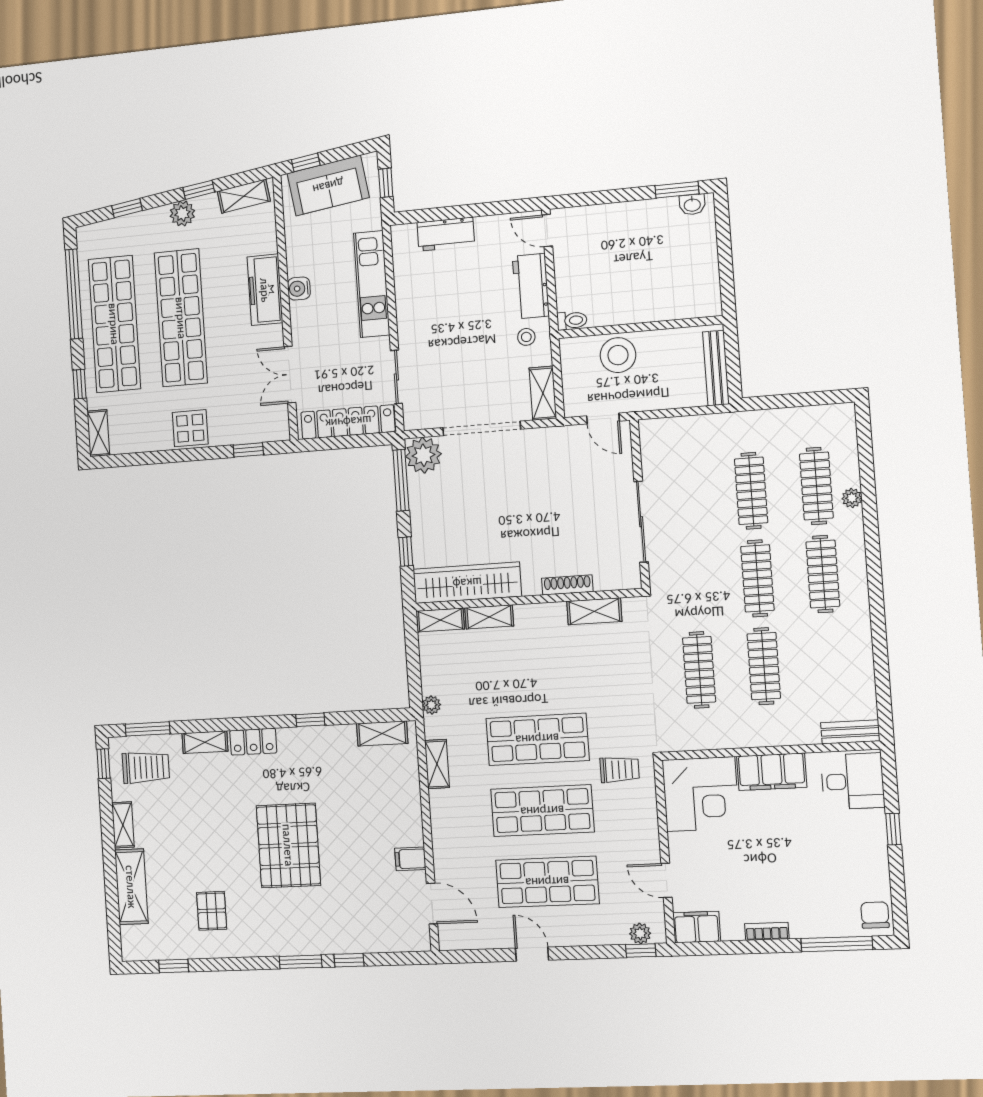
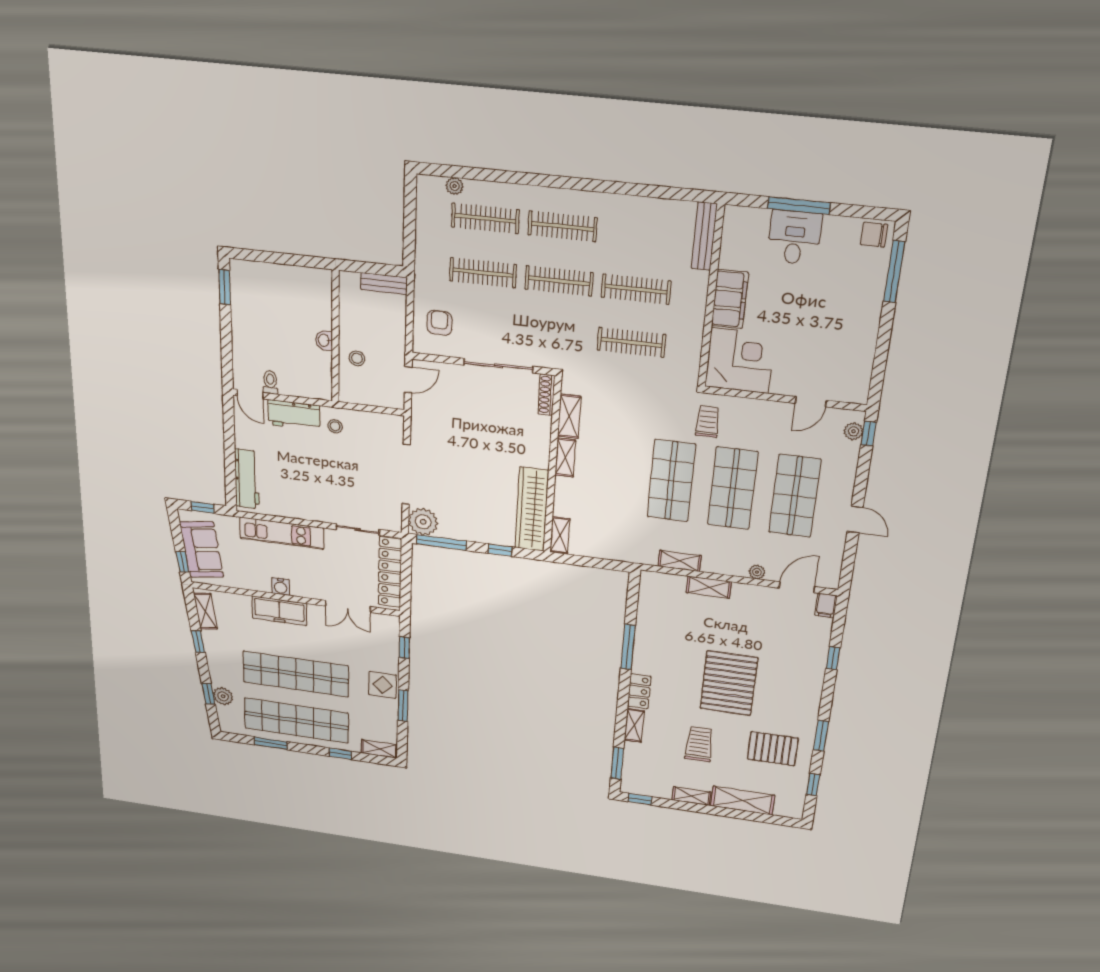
washbasin: (692, 205) -> (324, 340), moved, turned 180
plant: (182, 213) -> (223, 696), moved
door: (547, 231) -> (250, 394), hinge flipped
workbench: (446, 234) -> (247, 479), width x1.37
window: (74, 294) -> (271, 743), width x0.47
toilet: (572, 321) -> (270, 382), moved
stool: (618, 355) -> (357, 358), width x0.53, depth x0.53
bench: (716, 368) -> (384, 284), width x0.73
shelving: (543, 393) -> (382, 422), removed
armchair: (681, 447) -> (439, 323), added
window: (167, 457) -> (403, 706), added
plant: (852, 498) -> (455, 186), moved
shoe rack: (567, 585) -> (546, 395), moved
shelving: (489, 617) -> (565, 457), moved
plant: (432, 705) -> (757, 572), moved
window: (310, 720) -> (628, 647), width x2.17
bench: (850, 732) -> (704, 236), width x1.36
shelving: (382, 733) -> (709, 587), moved, turned 90
trolley: (146, 767) -> (699, 744), moved
desk: (853, 781) -> (794, 237), moved
window: (893, 829) -> (799, 206), width x2.17
pallet: (288, 845) -> (729, 683), turned 90
filing cabinet: (410, 859) -> (826, 605), moved
pallet: (212, 911) -> (773, 749), width x1.50, depth x1.42
filing cabinet: (697, 927) -> (857, 385), removed
bookcase: (767, 931) -> (871, 328), removed
door: (532, 954) -> (855, 519), swing flipped
window: (301, 962) -> (821, 736), moved

